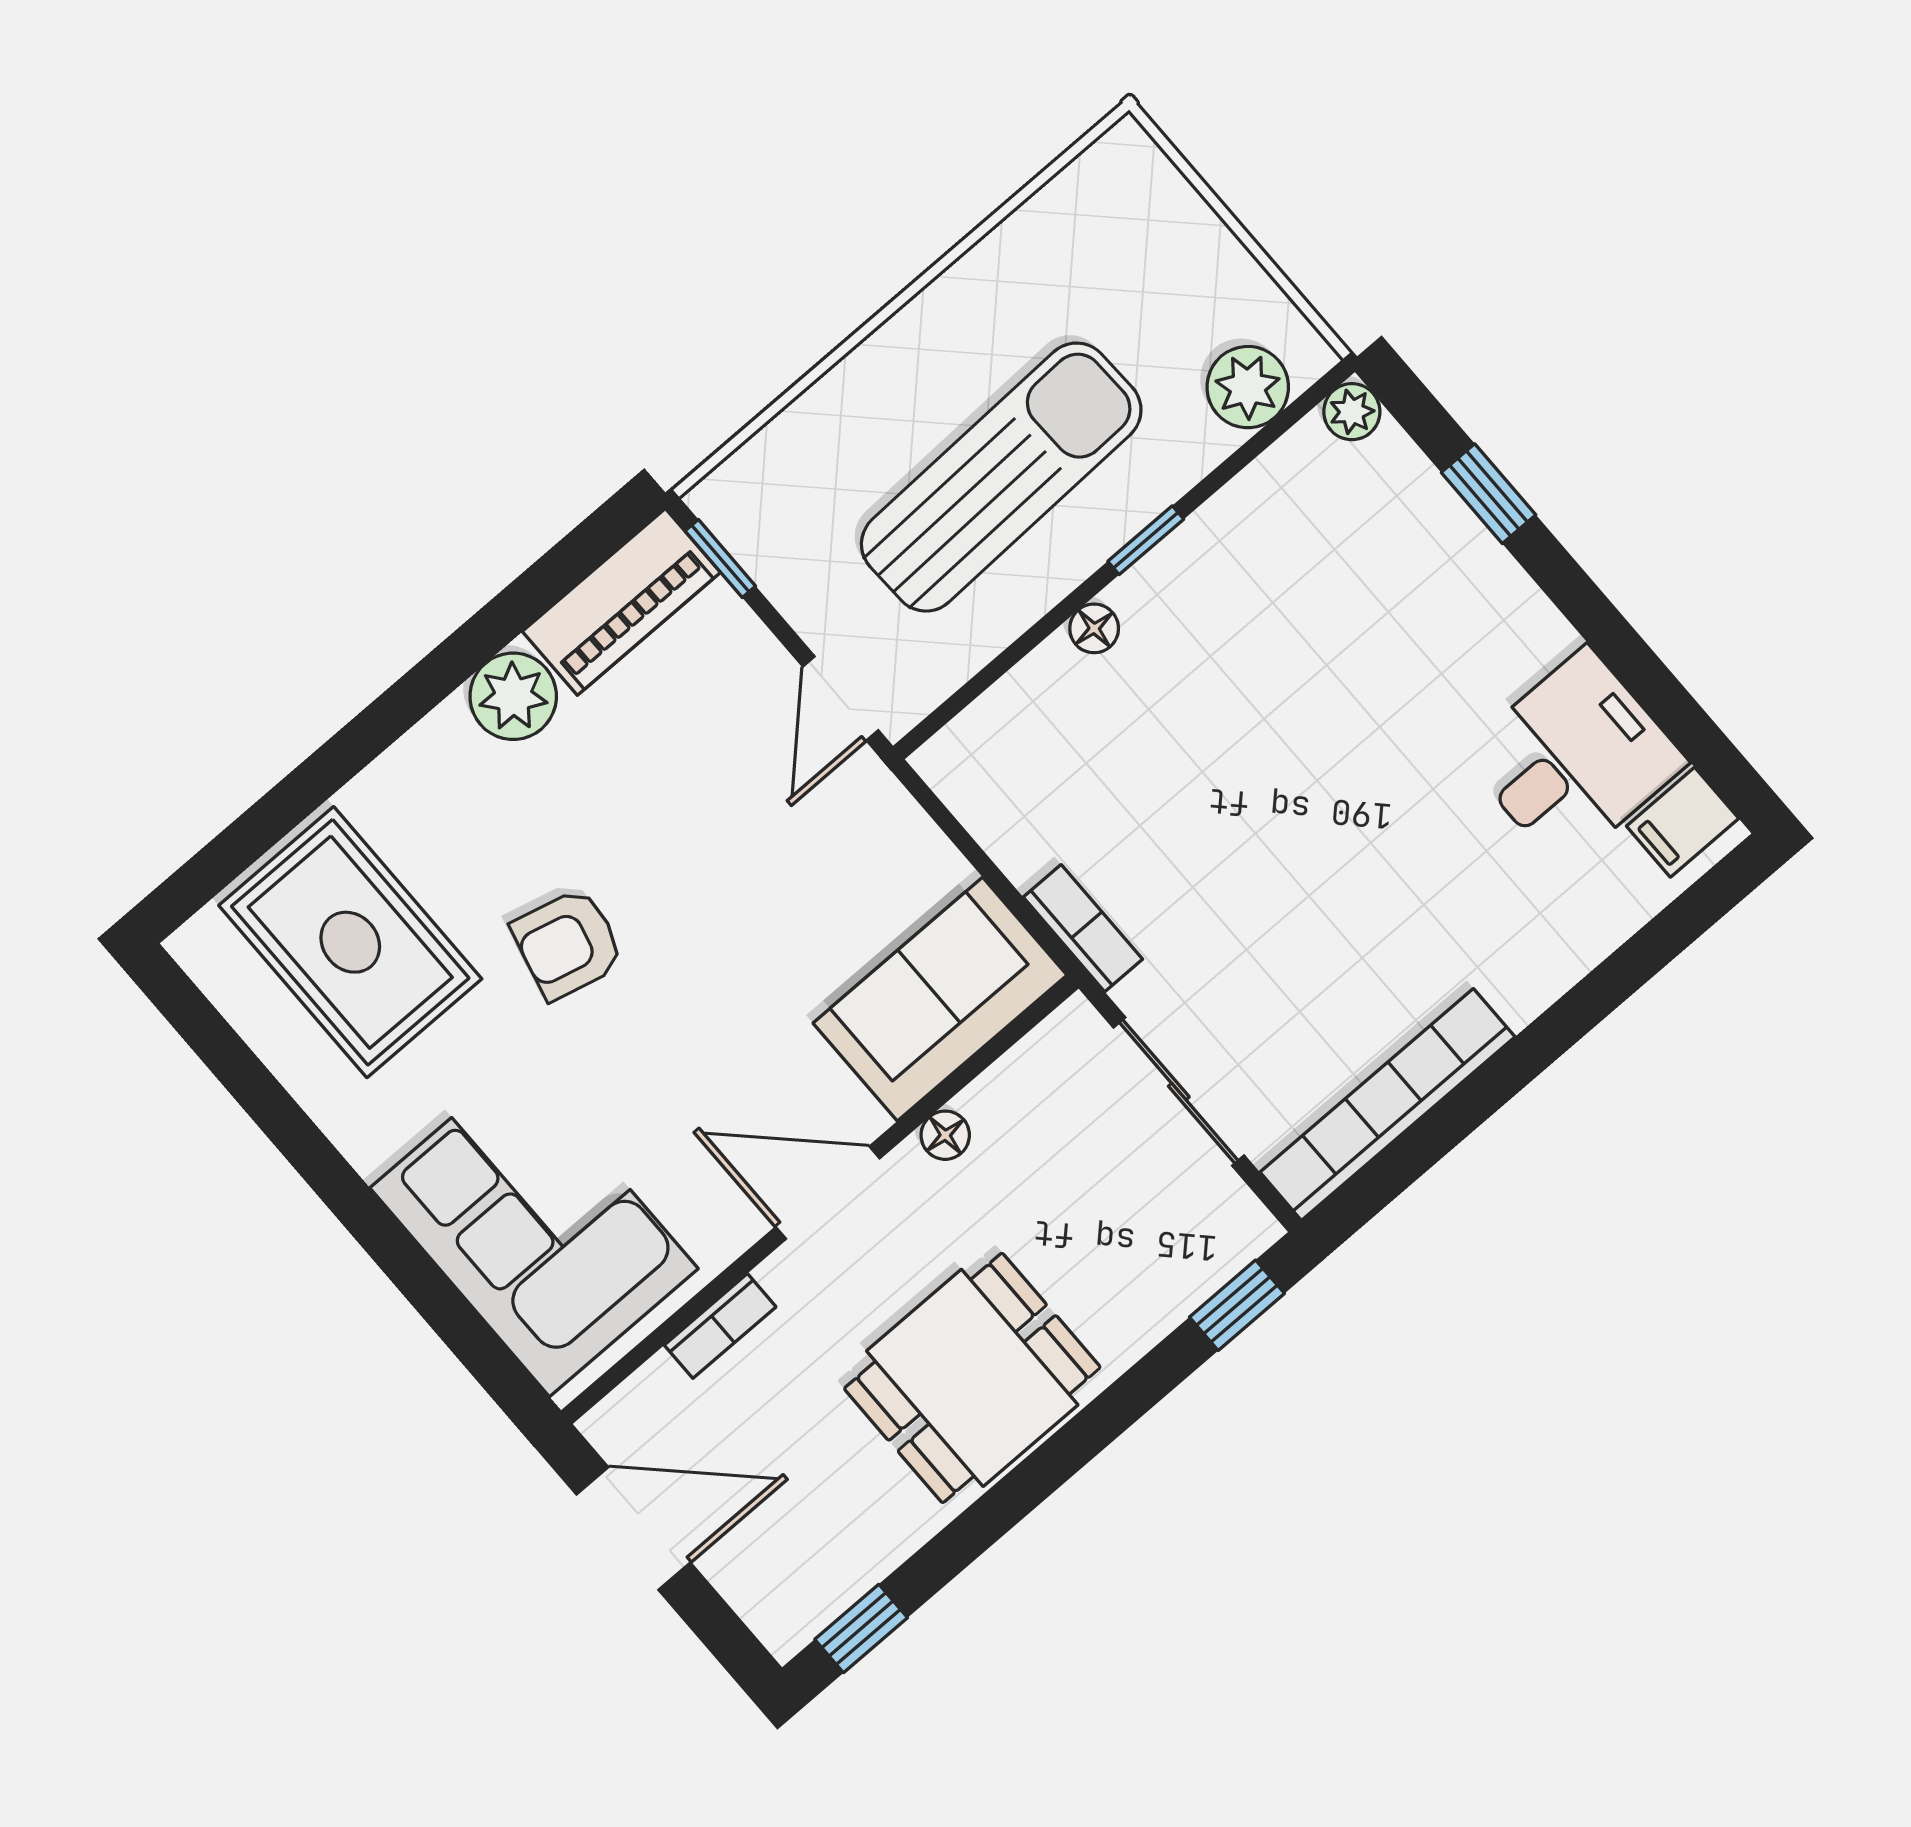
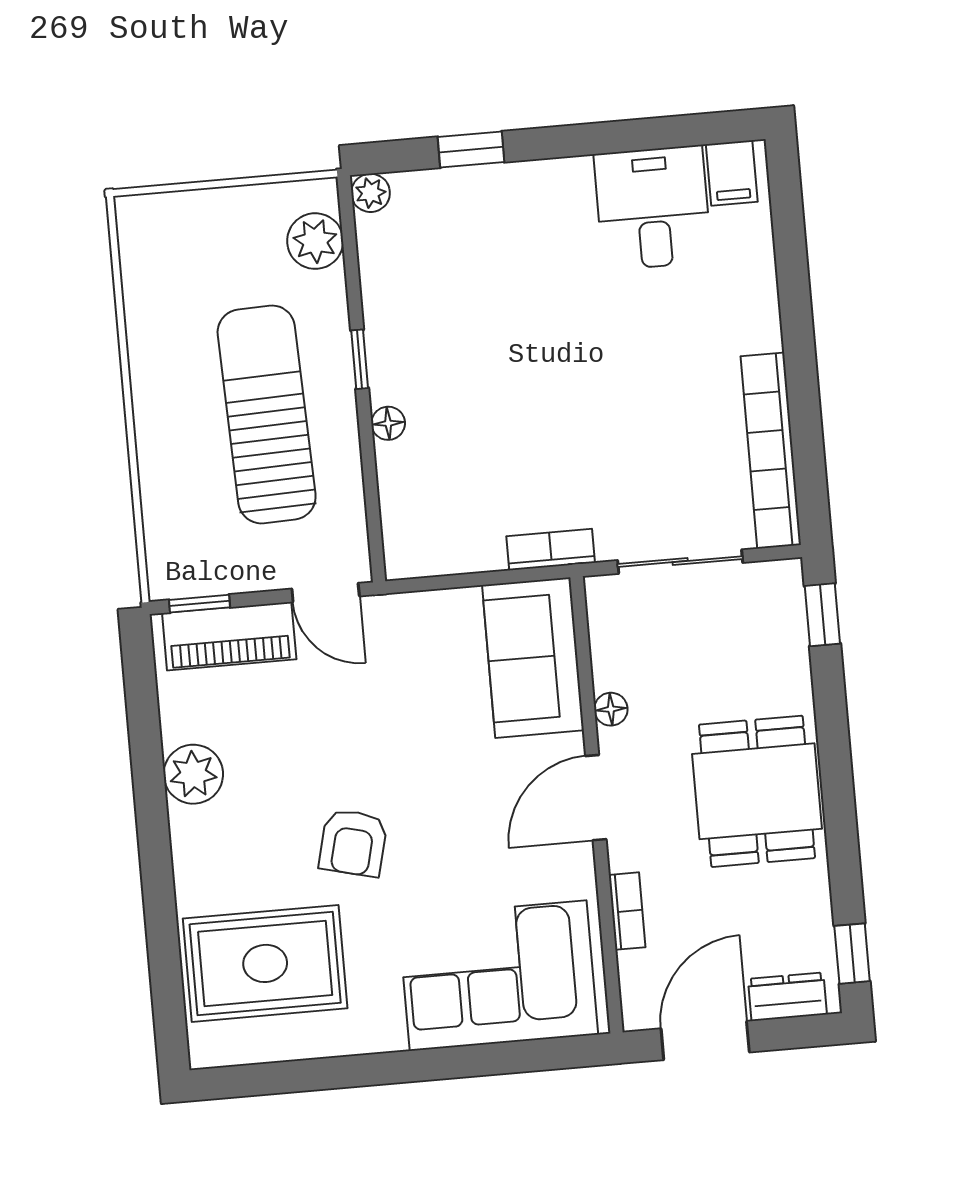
piano: (621, 602) -> (229, 636), moved, turned 90
dresser: (755, 1589) -> (787, 997), added

